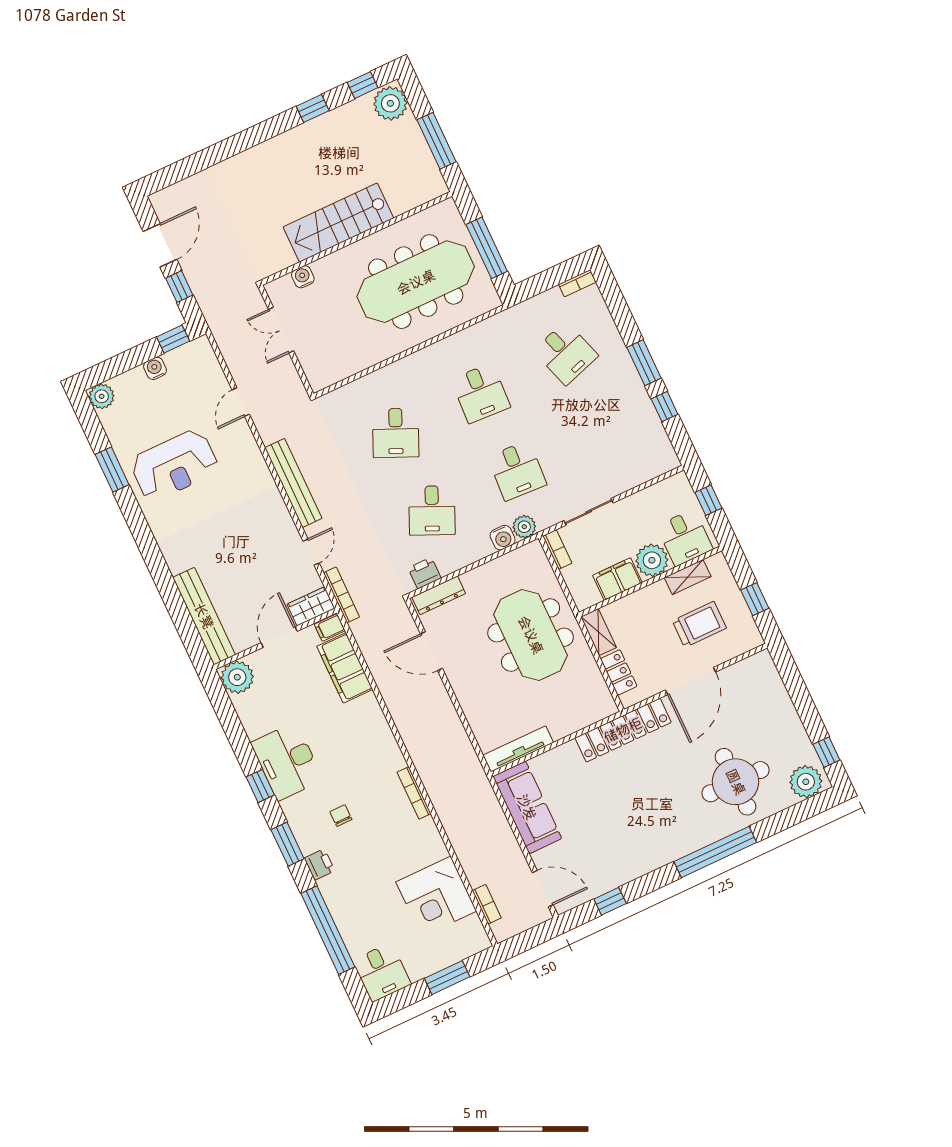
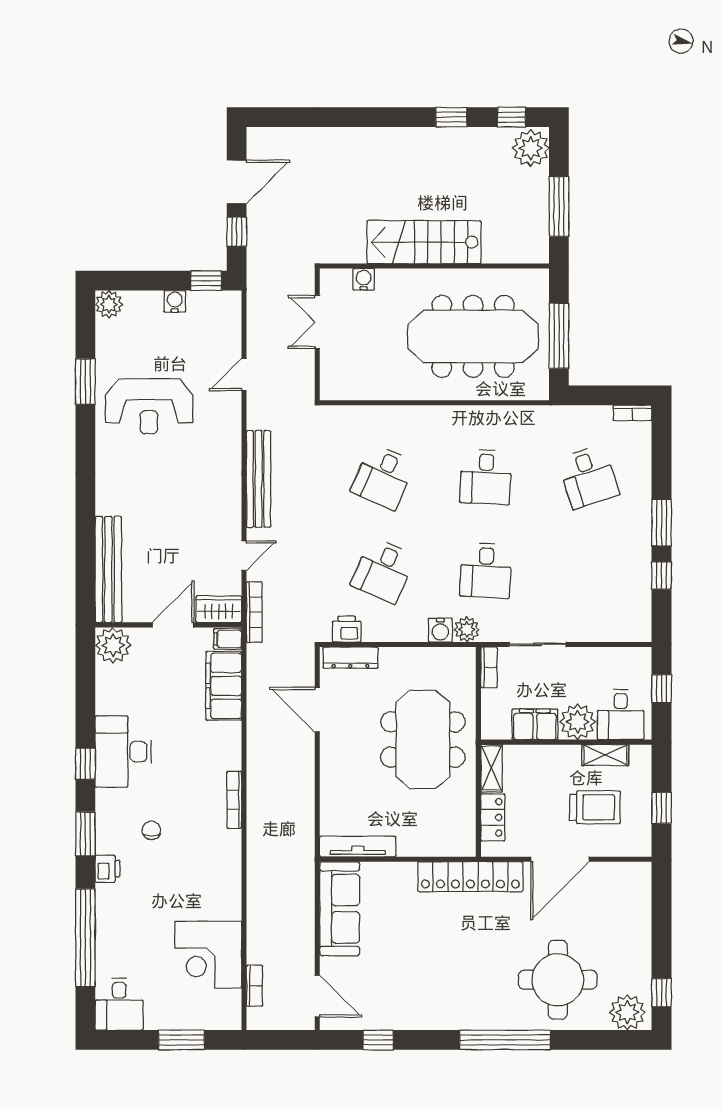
bookcase: (414, 793) -> (234, 800), moved

